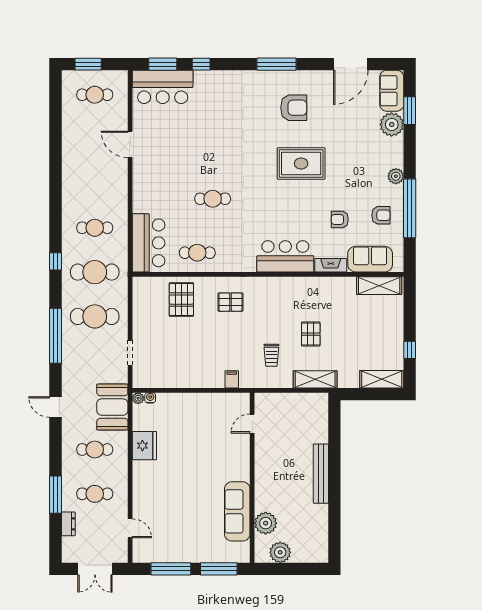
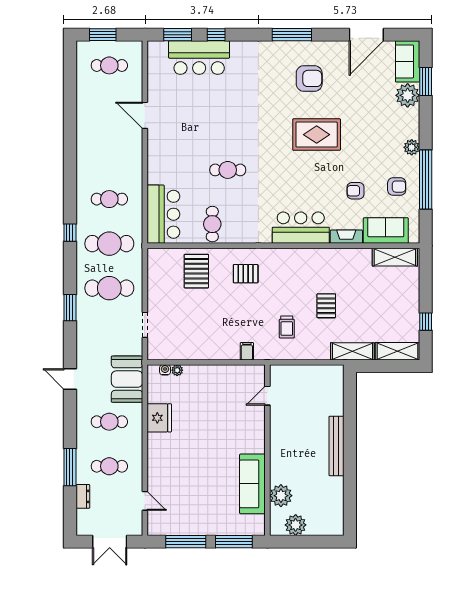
bar counter: (163, 87) -> (199, 58), moved
cafe table: (197, 253) -> (212, 224), turned 90
window: (56, 336) -> (70, 308), width x0.47
shelving: (315, 379) -> (352, 351), moved
plant: (138, 398) -> (177, 370), moved

